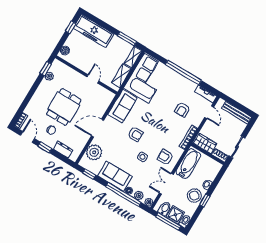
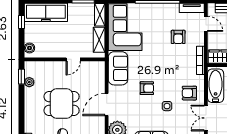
door: (93, 79) -> (73, 59), swing flipped
dining table: (64, 107) -> (62, 103), turned 90

